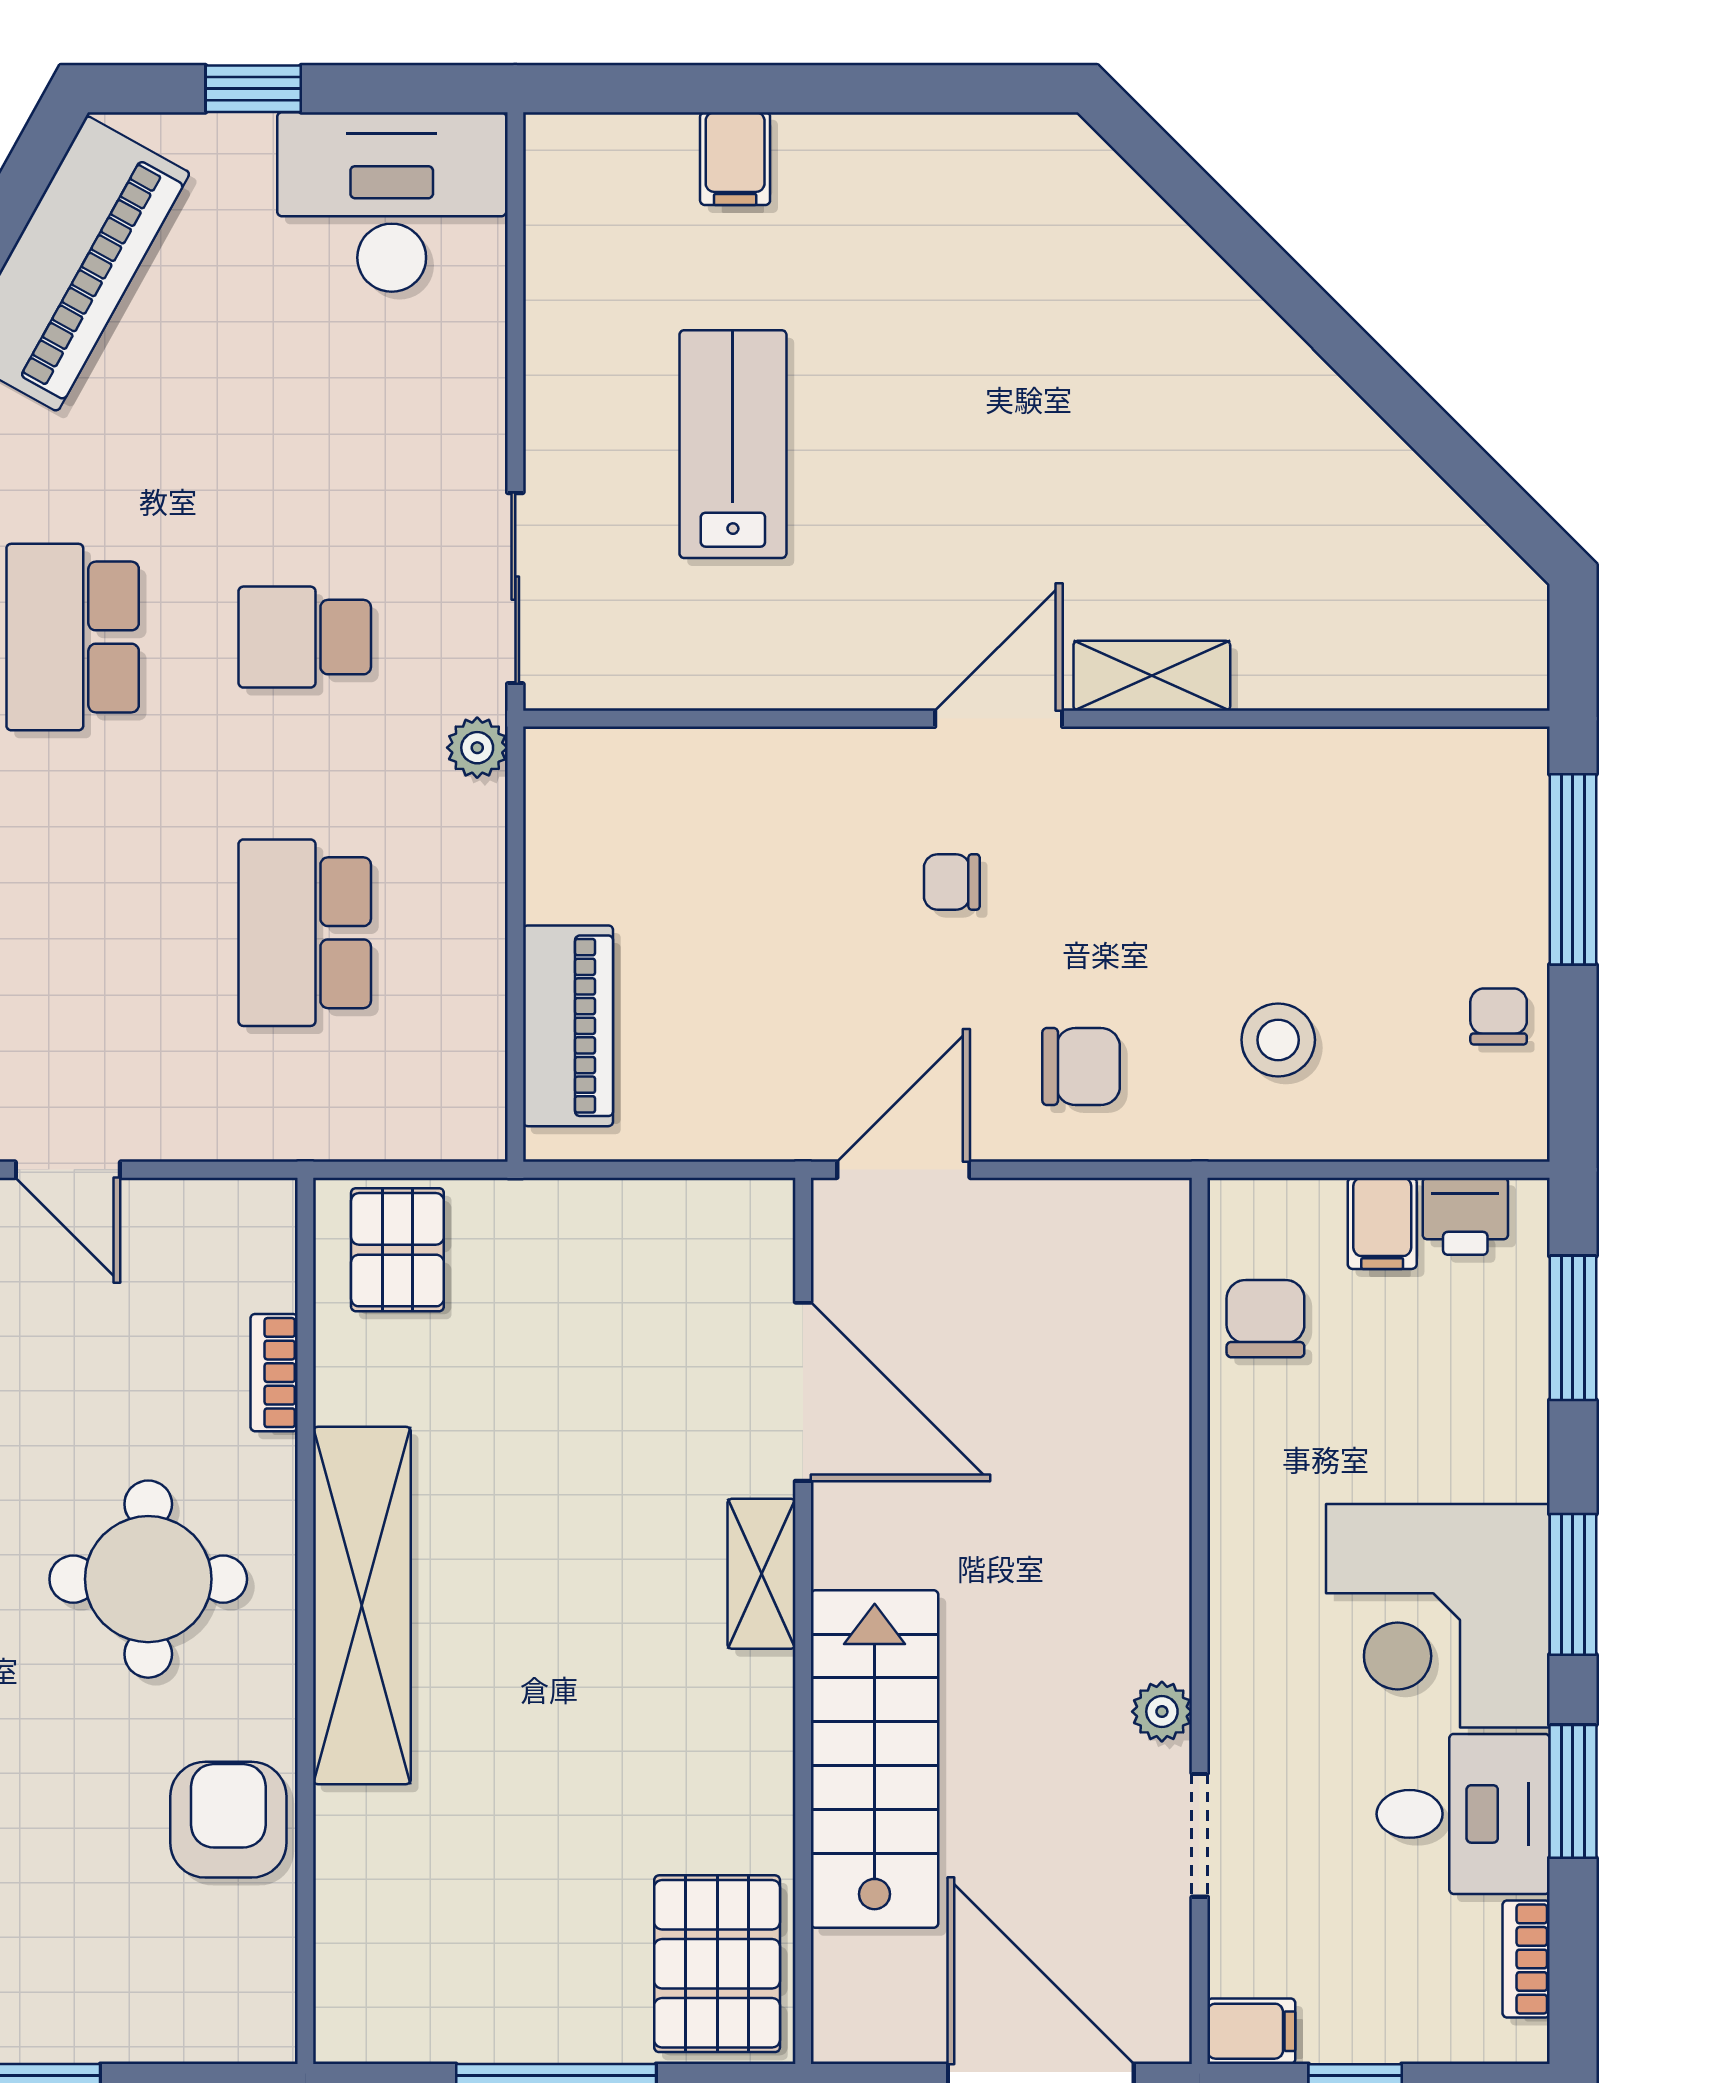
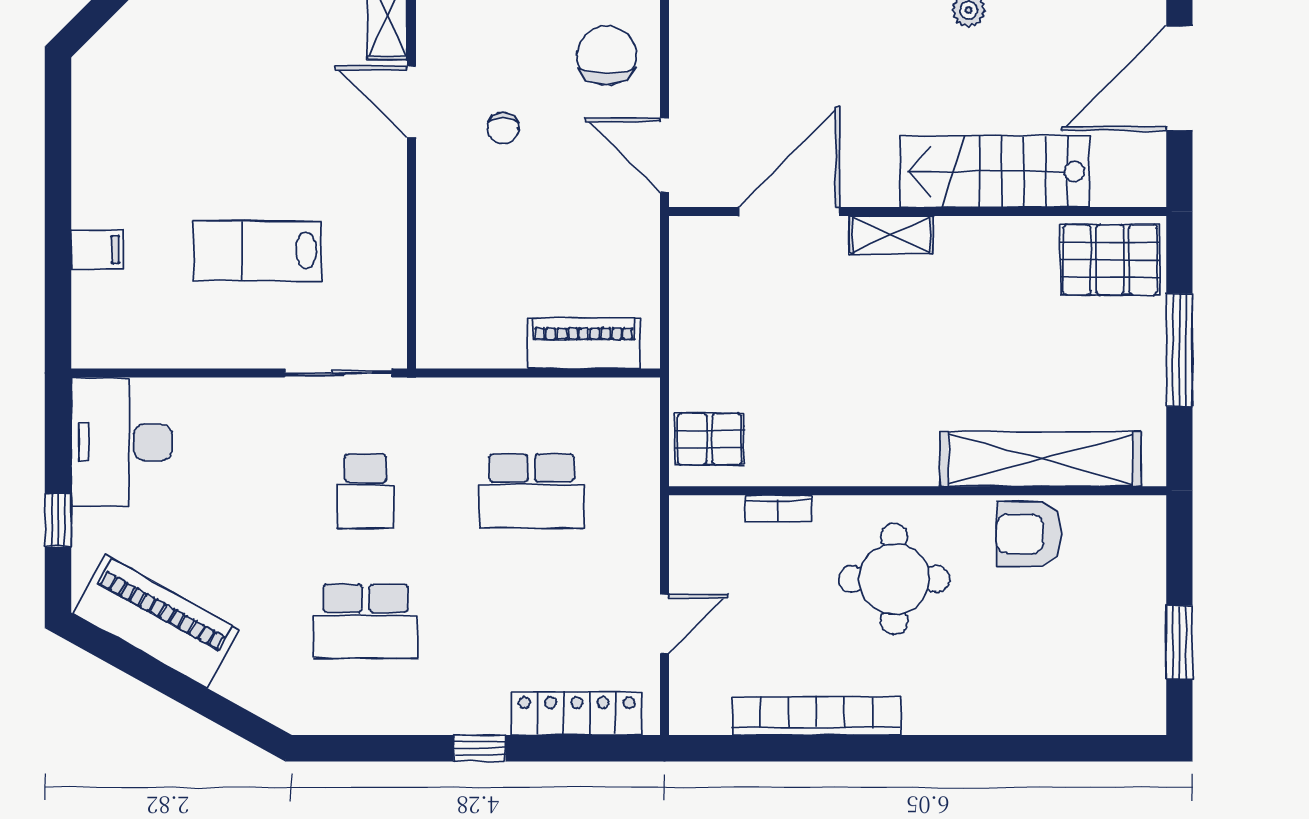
plant: (477, 748) -> (428, 394), removed
chair: (1081, 1067) -> (607, 55), width x1.37, depth x1.37
shelving: (362, 1605) -> (1040, 459), moved

